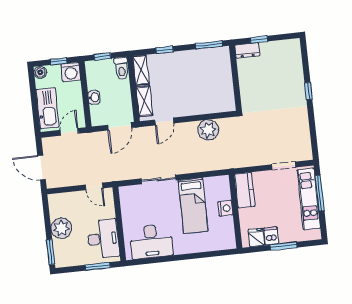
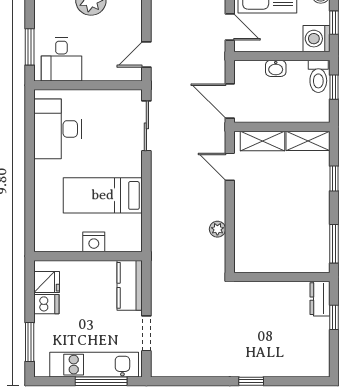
toilet: (121, 68) -> (318, 76), moved, turned -90
plant: (208, 130) -> (217, 229), width x0.53, depth x0.53
sliding door: (159, 179) -> (146, 126), moved
kitchen counter: (245, 190) -> (130, 285), moved, turned 90
desk: (103, 239) -> (61, 59), width x0.73
window: (283, 246) -> (30, 342), moved

